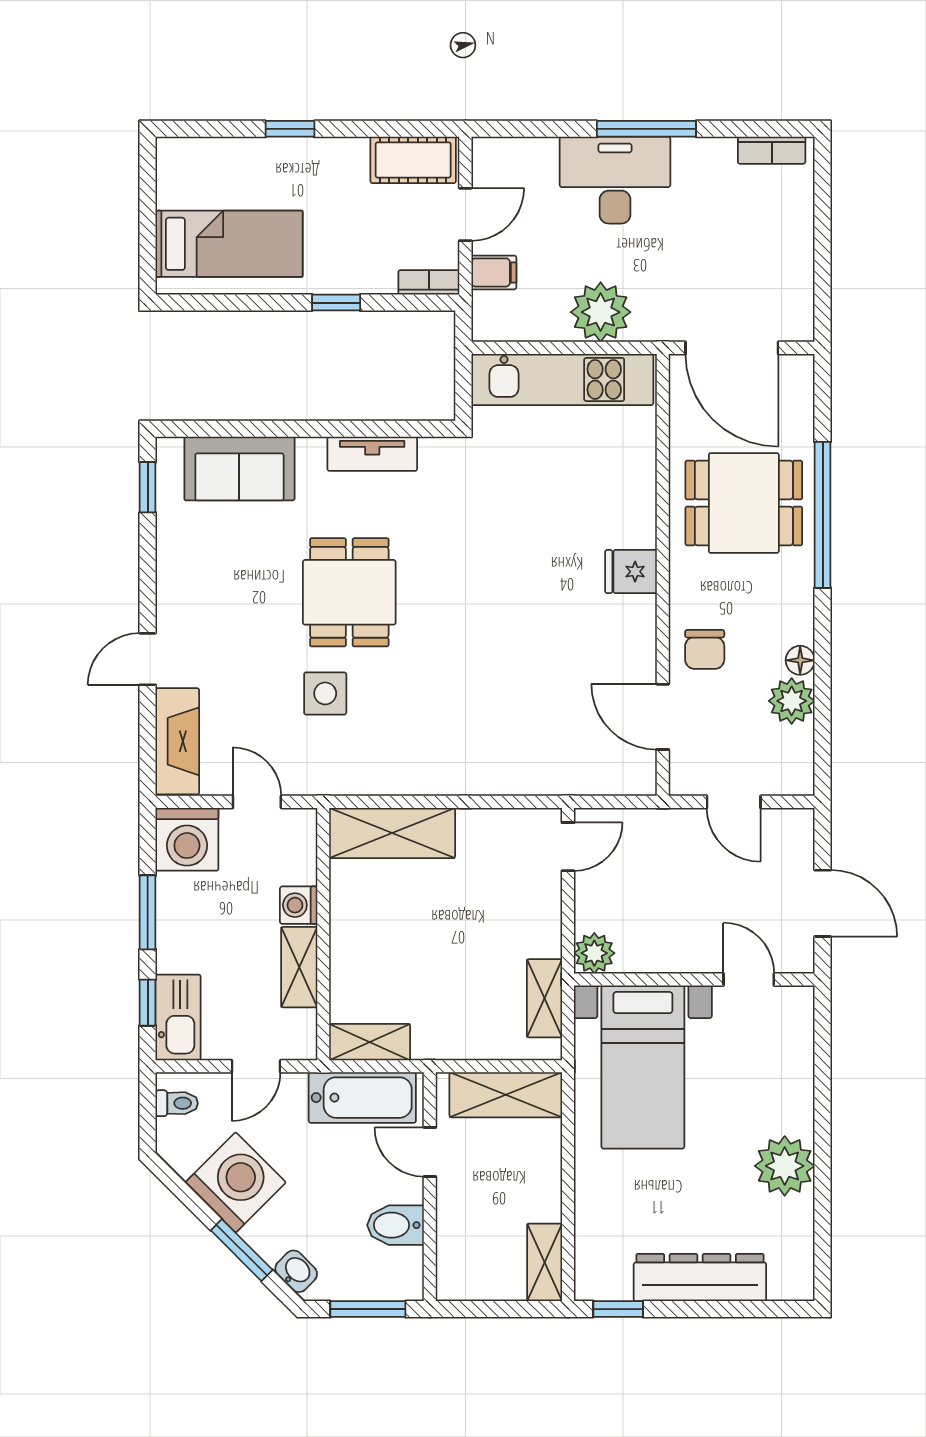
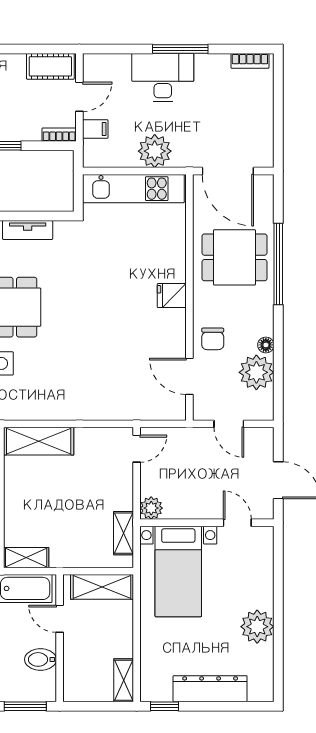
plant: (792, 701) -> (256, 372), width x1.36, depth x1.36

